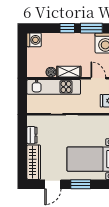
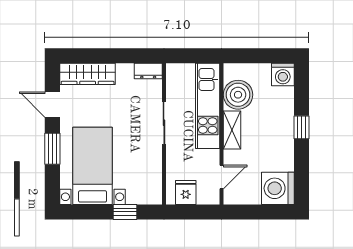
window: (91, 28) -> (301, 166), removed
boiler: (51, 72) -> (238, 95), width x1.86, depth x1.86
dresser: (32, 135) -> (148, 71), moved

